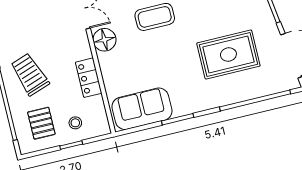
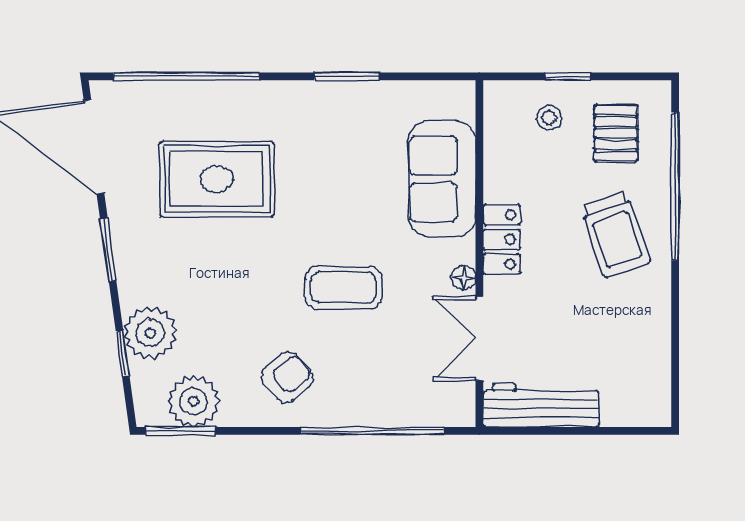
floor lamp: (104, 40) -> (463, 277), width x0.53, depth x0.53
locker: (89, 78) -> (502, 239), moved
sofa: (142, 109) -> (442, 179), moved, turned 90

